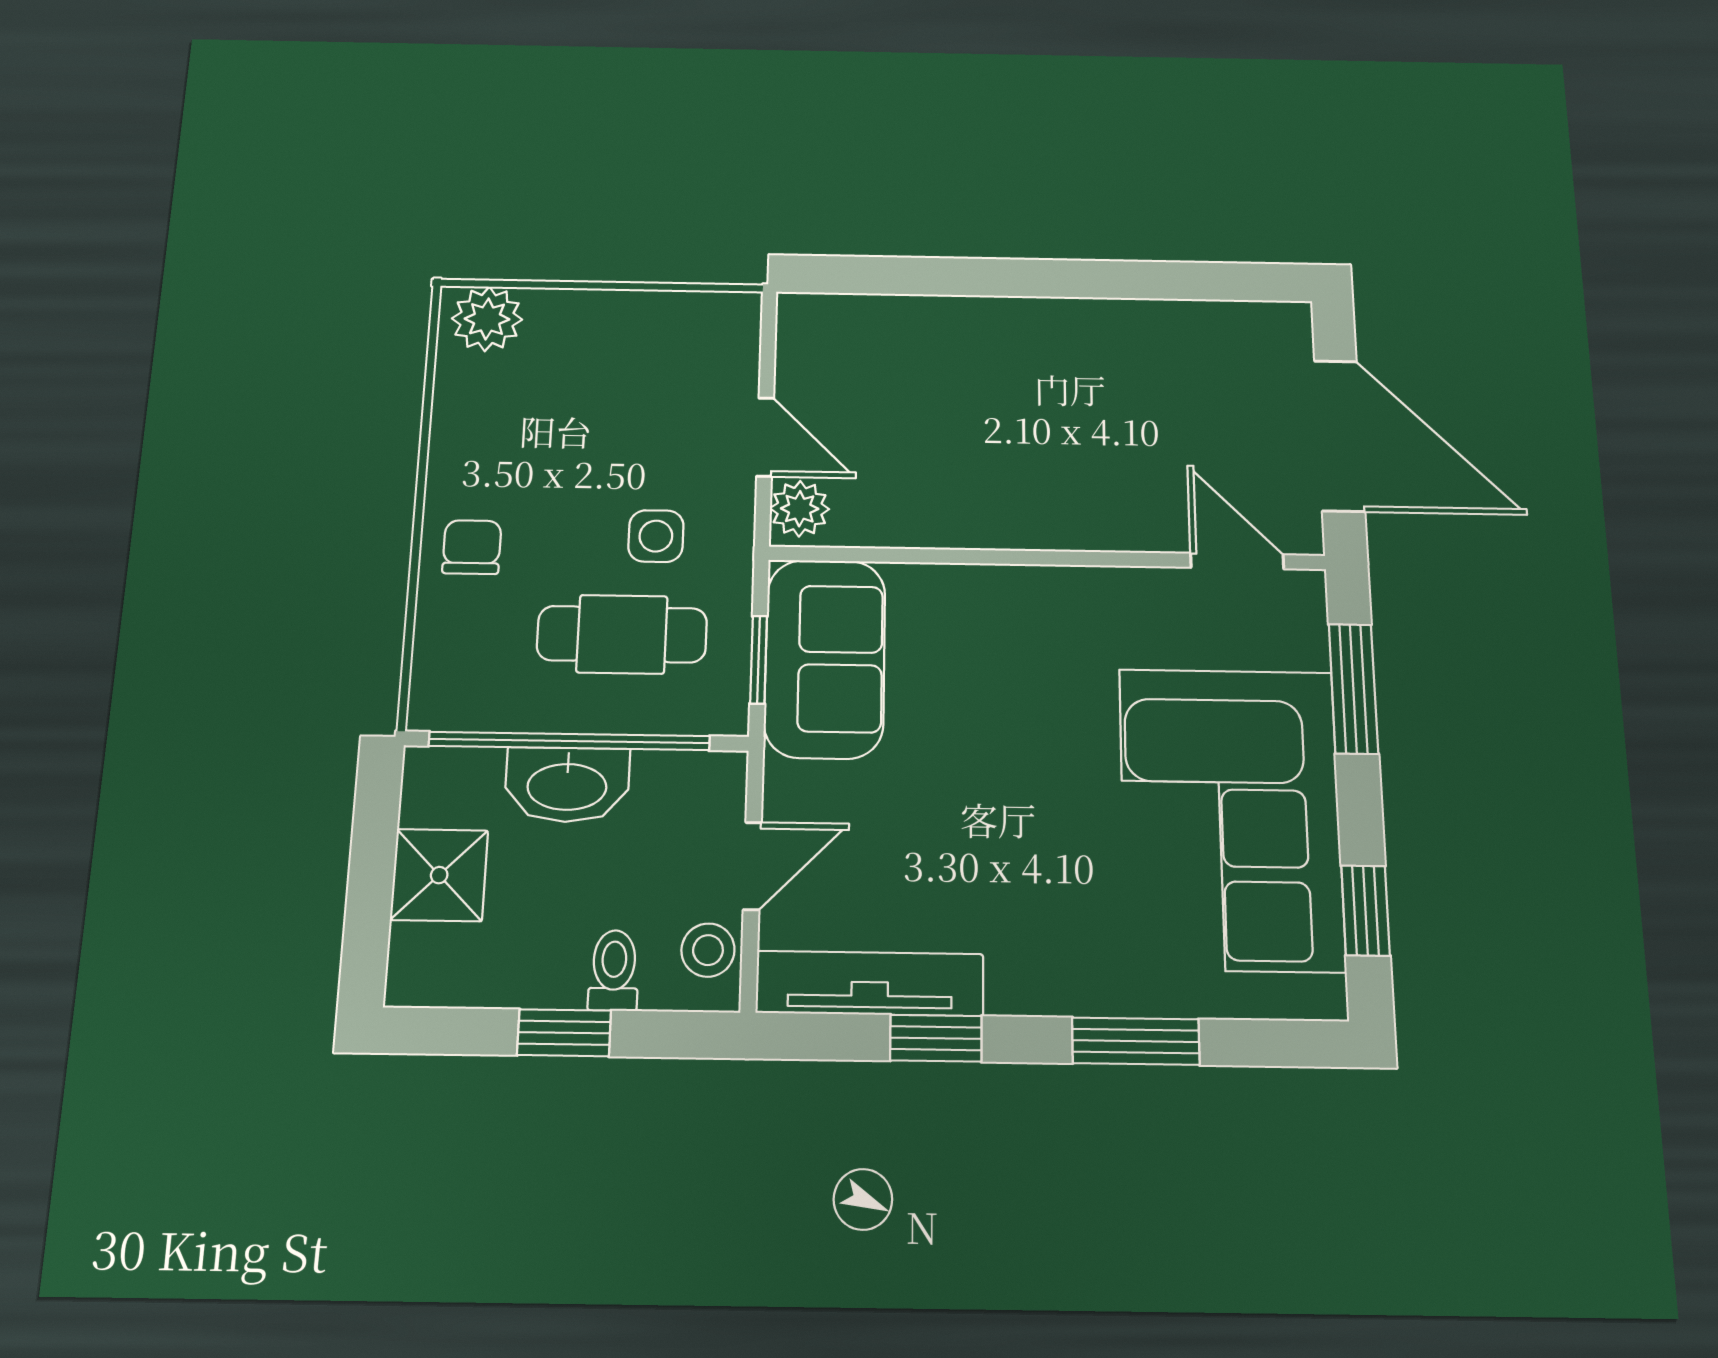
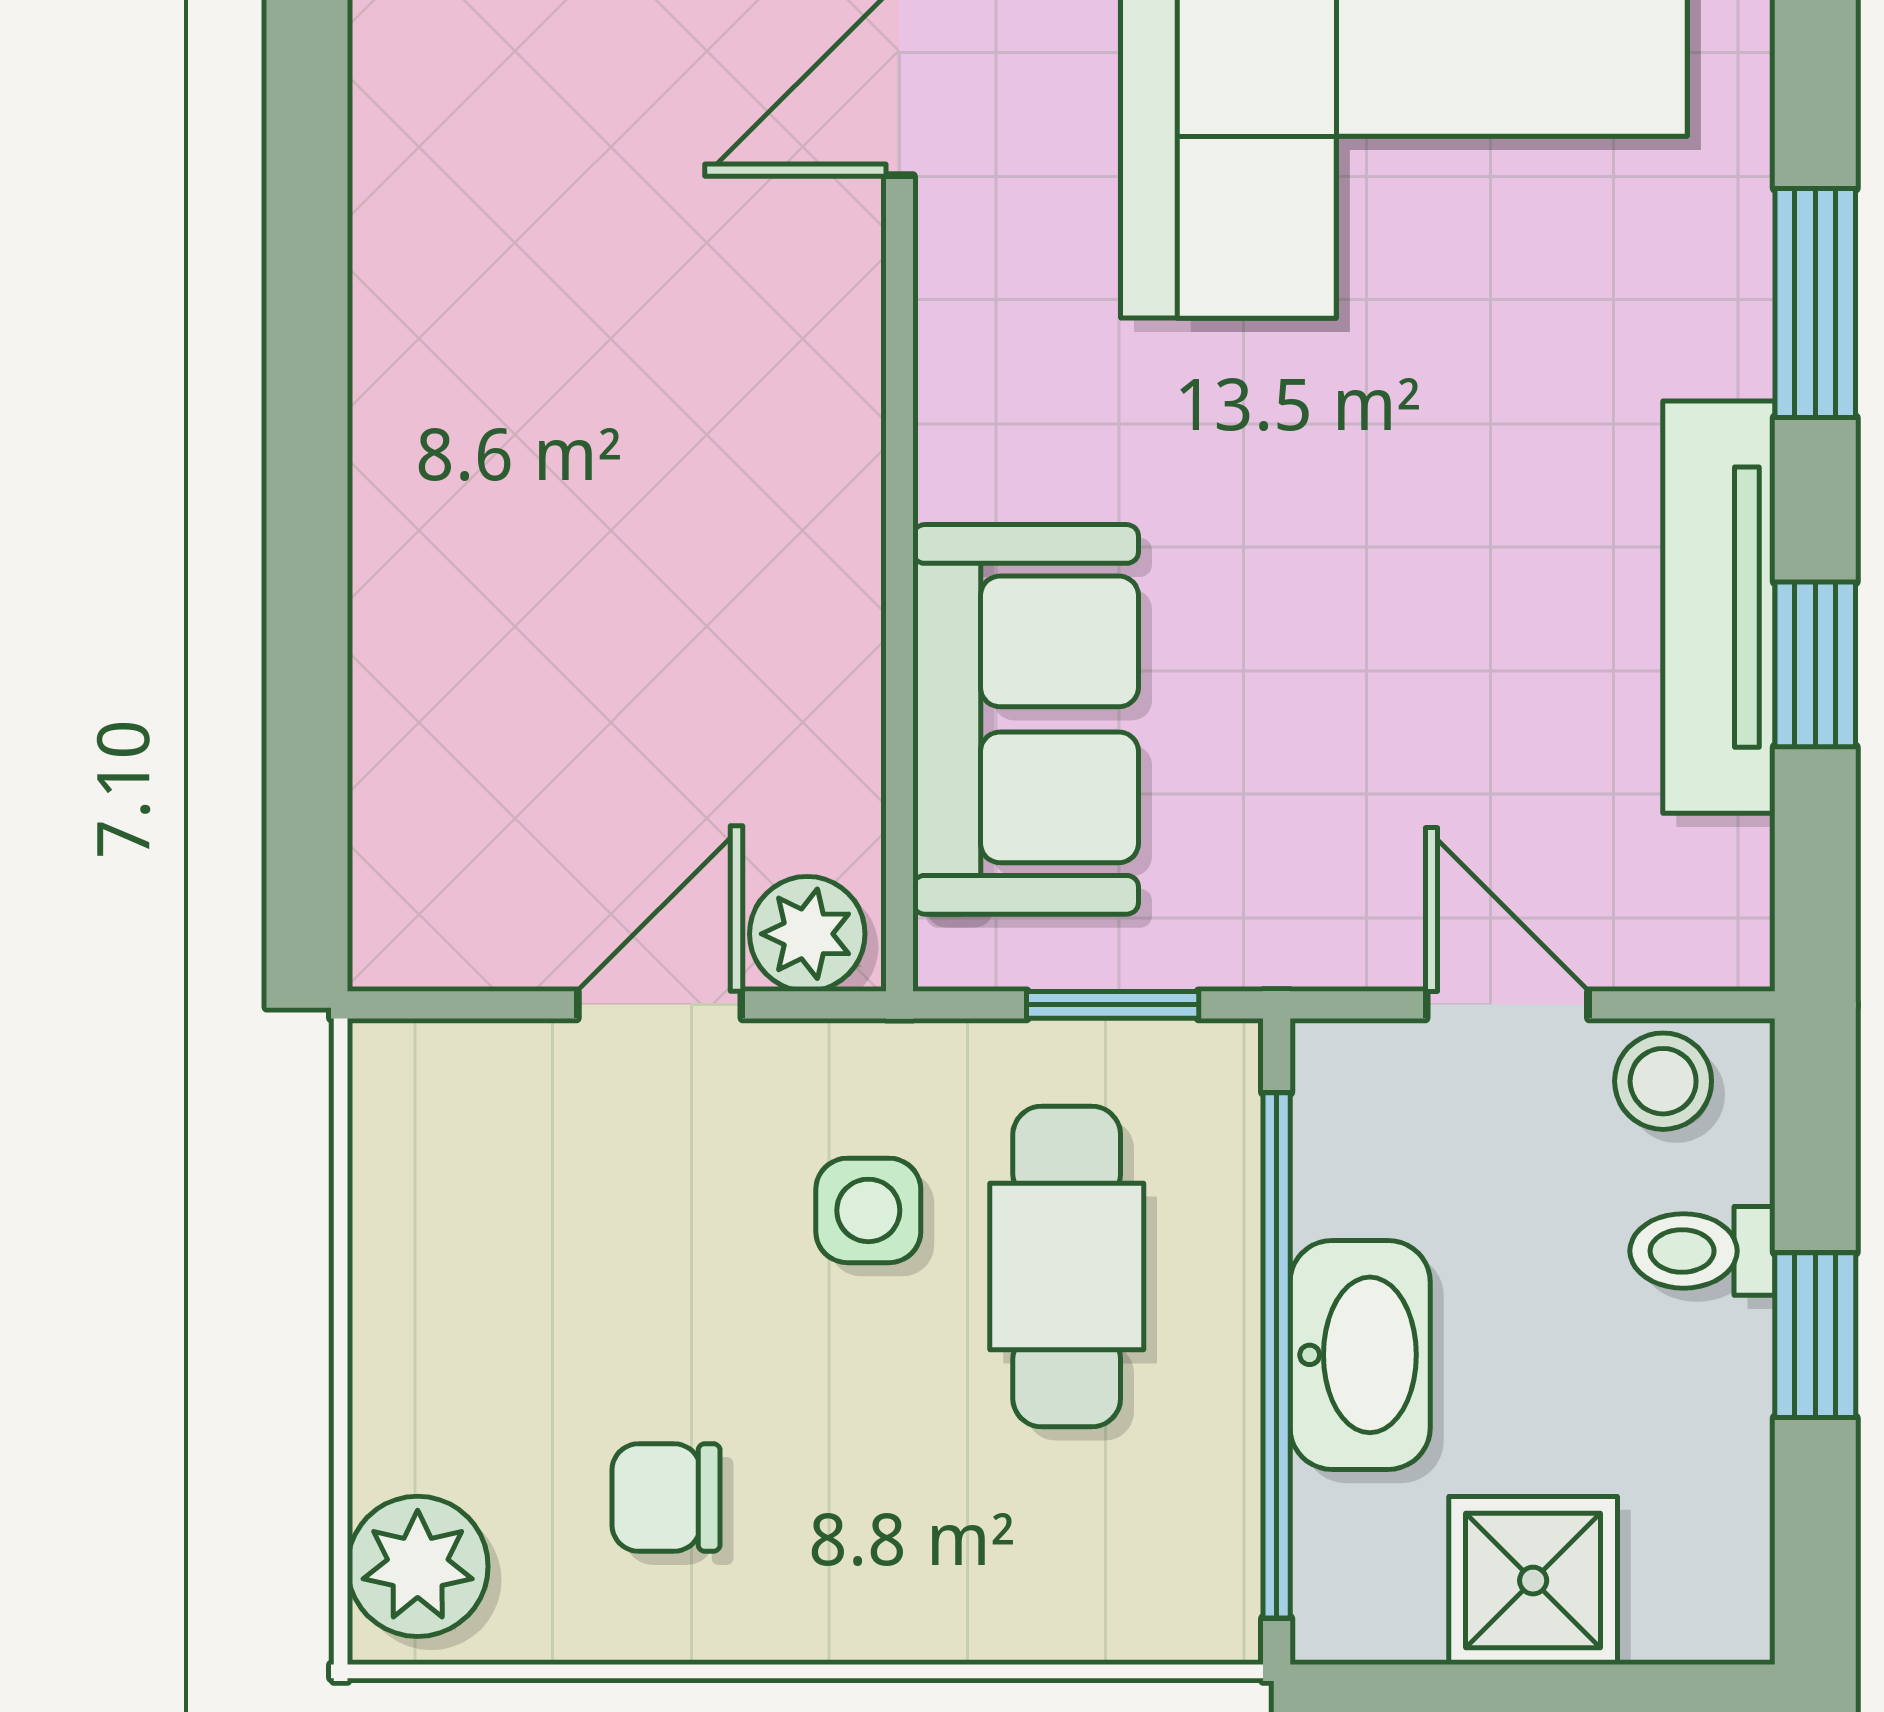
chair: (472, 547) -> (666, 1497), moved
sofa: (825, 658) -> (1026, 719), moved, turned 90
tv unit: (870, 983) -> (1719, 607), moved

